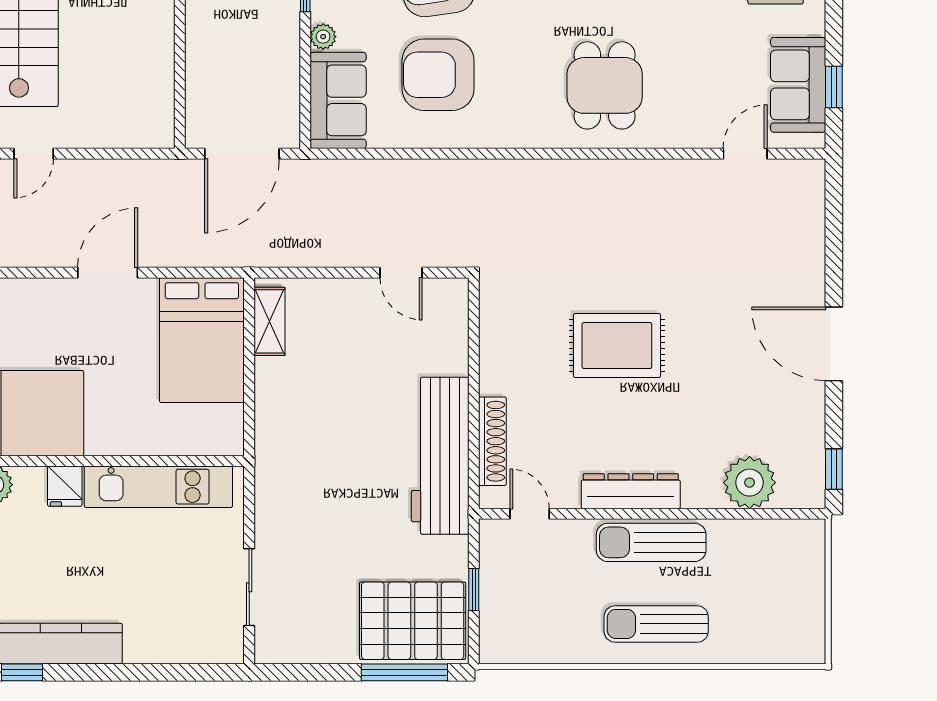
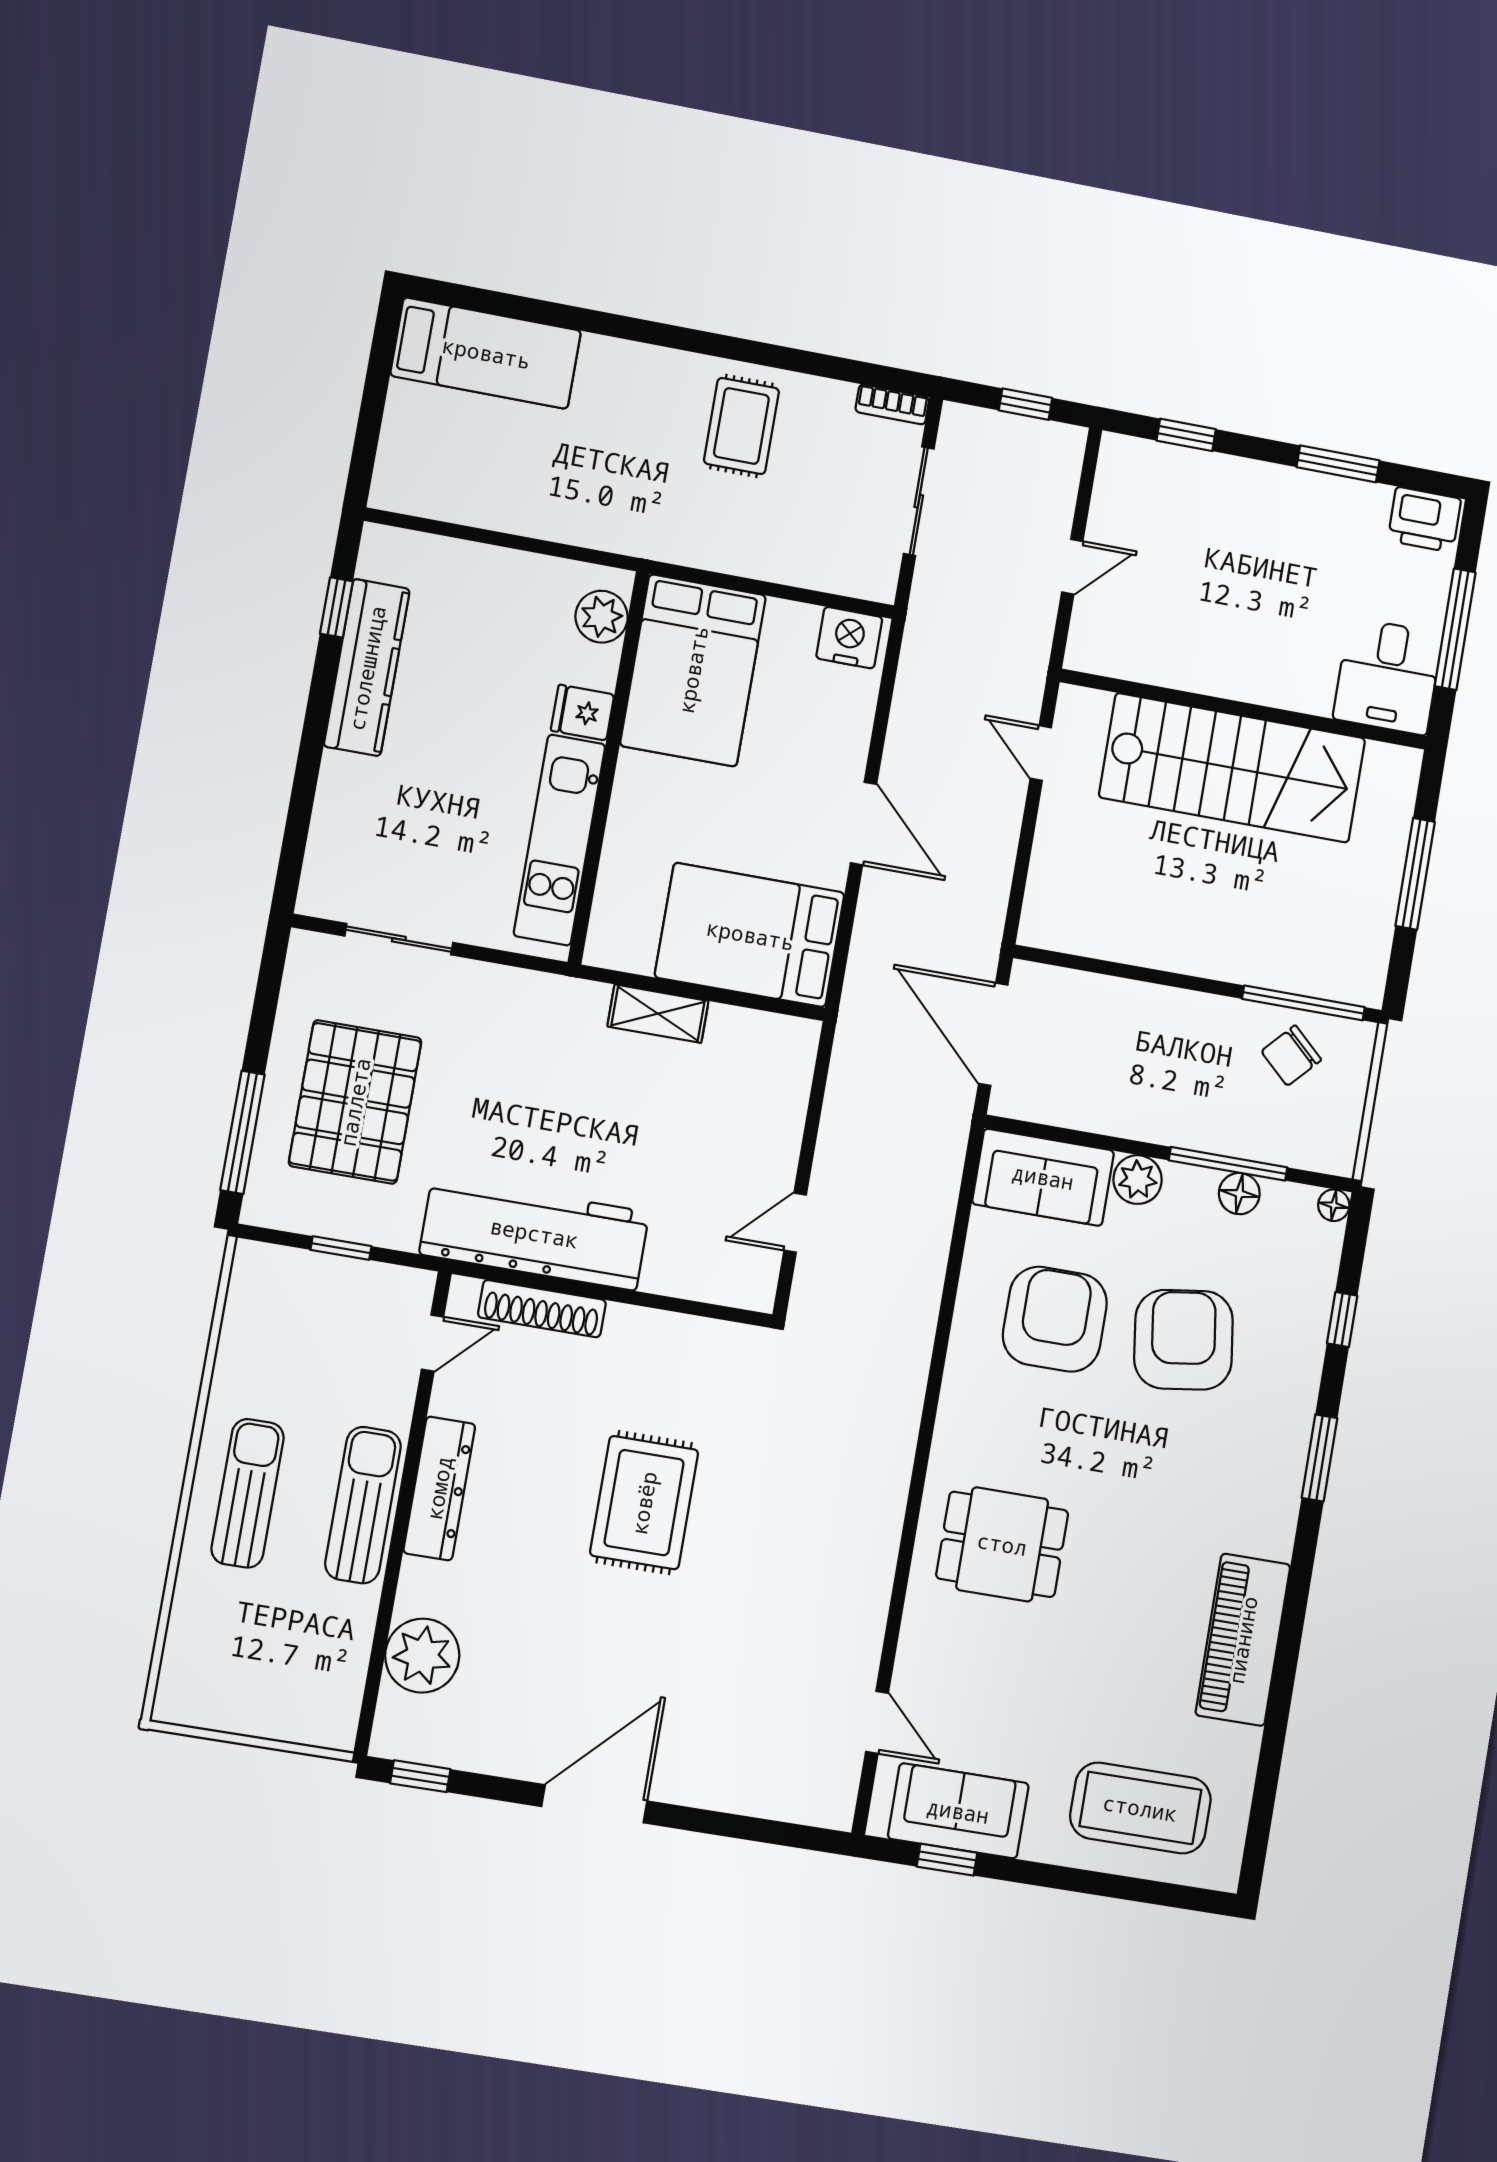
plant: (323, 37) -> (1138, 1180), width x1.38, depth x1.38
shelving: (270, 321) -> (658, 1014), moved
pallet: (413, 621) -> (355, 1102), moved

